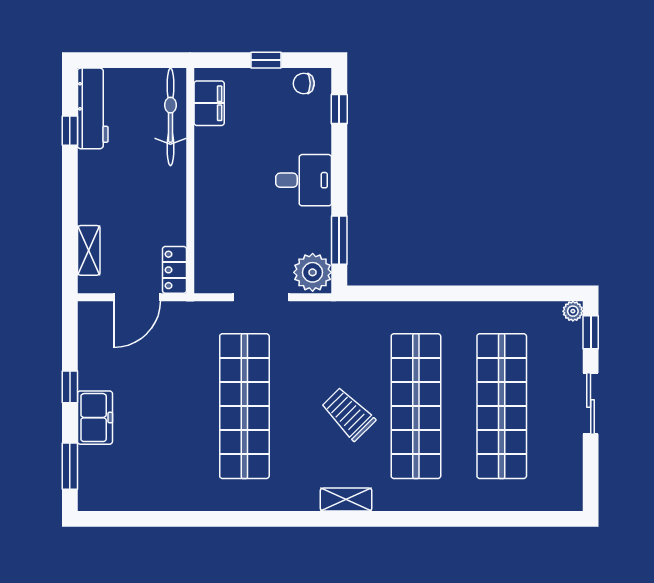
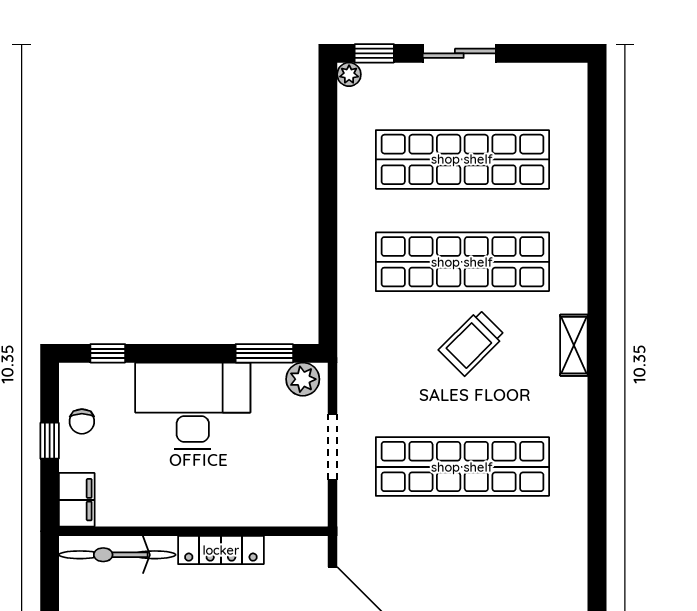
chair: (304, 83) -> (82, 421), moved
filing cabinet: (209, 103) -> (77, 500), moved, turned 90
desk: (304, 180) -> (193, 406), width x1.87, depth x1.30
locker: (174, 270) -> (221, 550), moved, width x1.53
plant: (313, 272) -> (303, 379), width x0.73, depth x0.73

